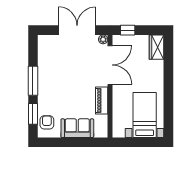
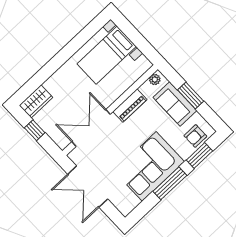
window: (128, 30) -> (35, 130), moved
plant: (103, 39) -> (155, 80), moved
corner sofa: (55, 78) -> (149, 166), added
window: (74, 142) -> (191, 96), added

